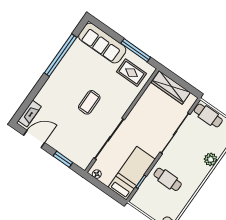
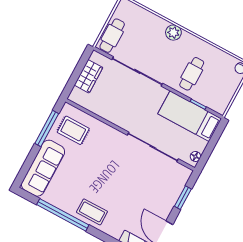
rug: (131, 73) -> (73, 130), turned 90
wardrobe: (171, 88) -> (88, 76), width x0.67
coffee table: (89, 102) -> (92, 212), moved
plant: (211, 159) -> (173, 33), moved

